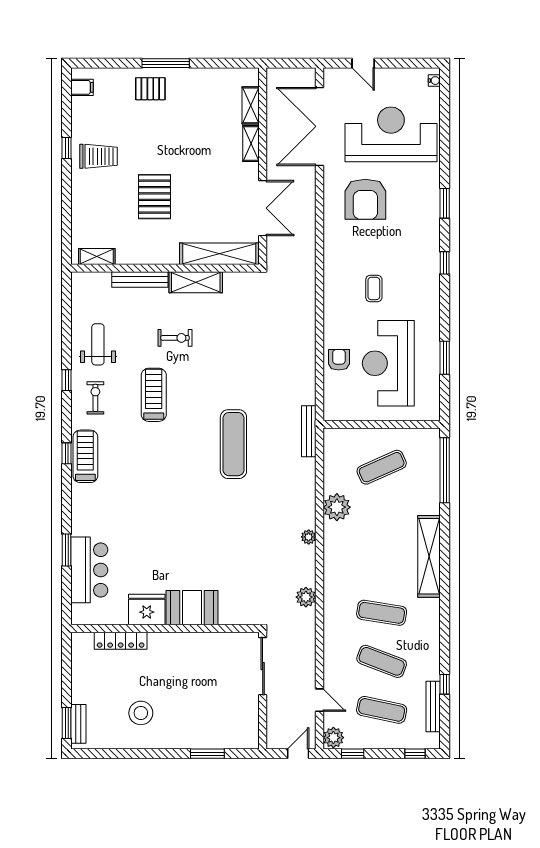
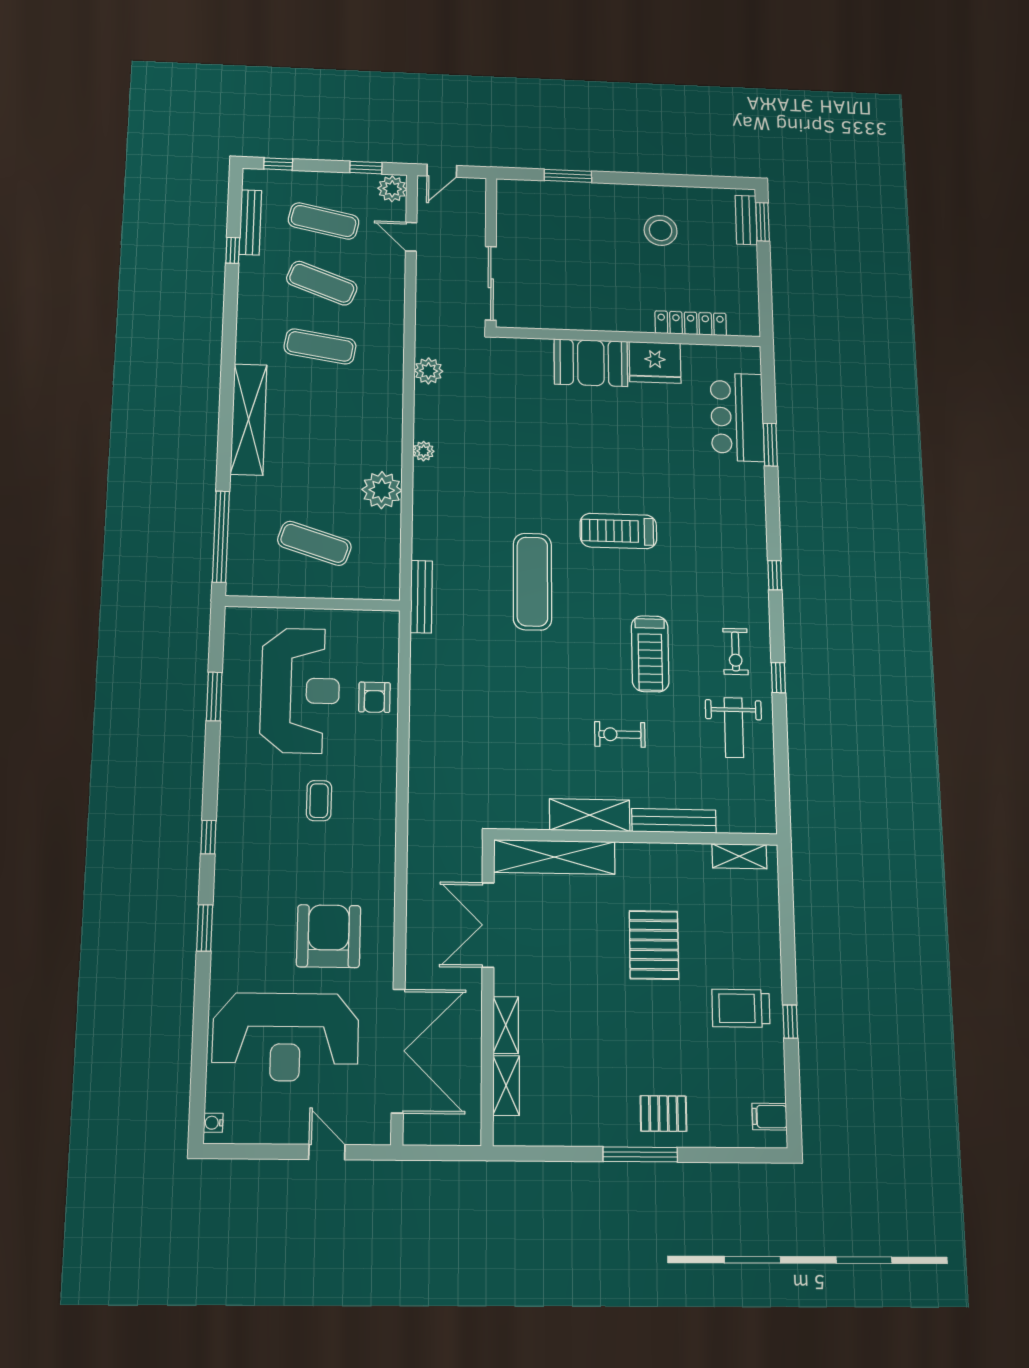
treadmill: (85, 456) -> (618, 531), moved, turned 90
exercise mat: (382, 467) -> (314, 543), turned 42

